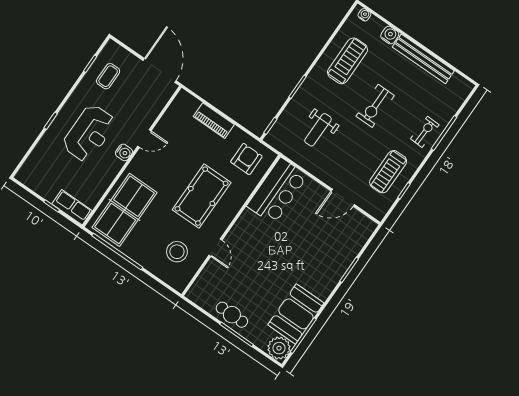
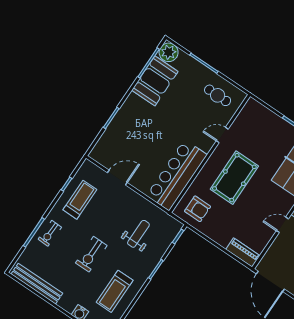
bench: (423, 59) -> (37, 284), moved
exercise bike: (375, 106) -> (91, 254), turned 180
piano: (214, 121) -> (243, 253), moved
armchair: (246, 159) -> (198, 209), turned -90
bar counter: (277, 191) -> (177, 175), width x1.36
door: (216, 248) -> (222, 135), hinge flipped
stool: (177, 252) -> (254, 131), removed
cafe table: (232, 315) -> (218, 95), moved

